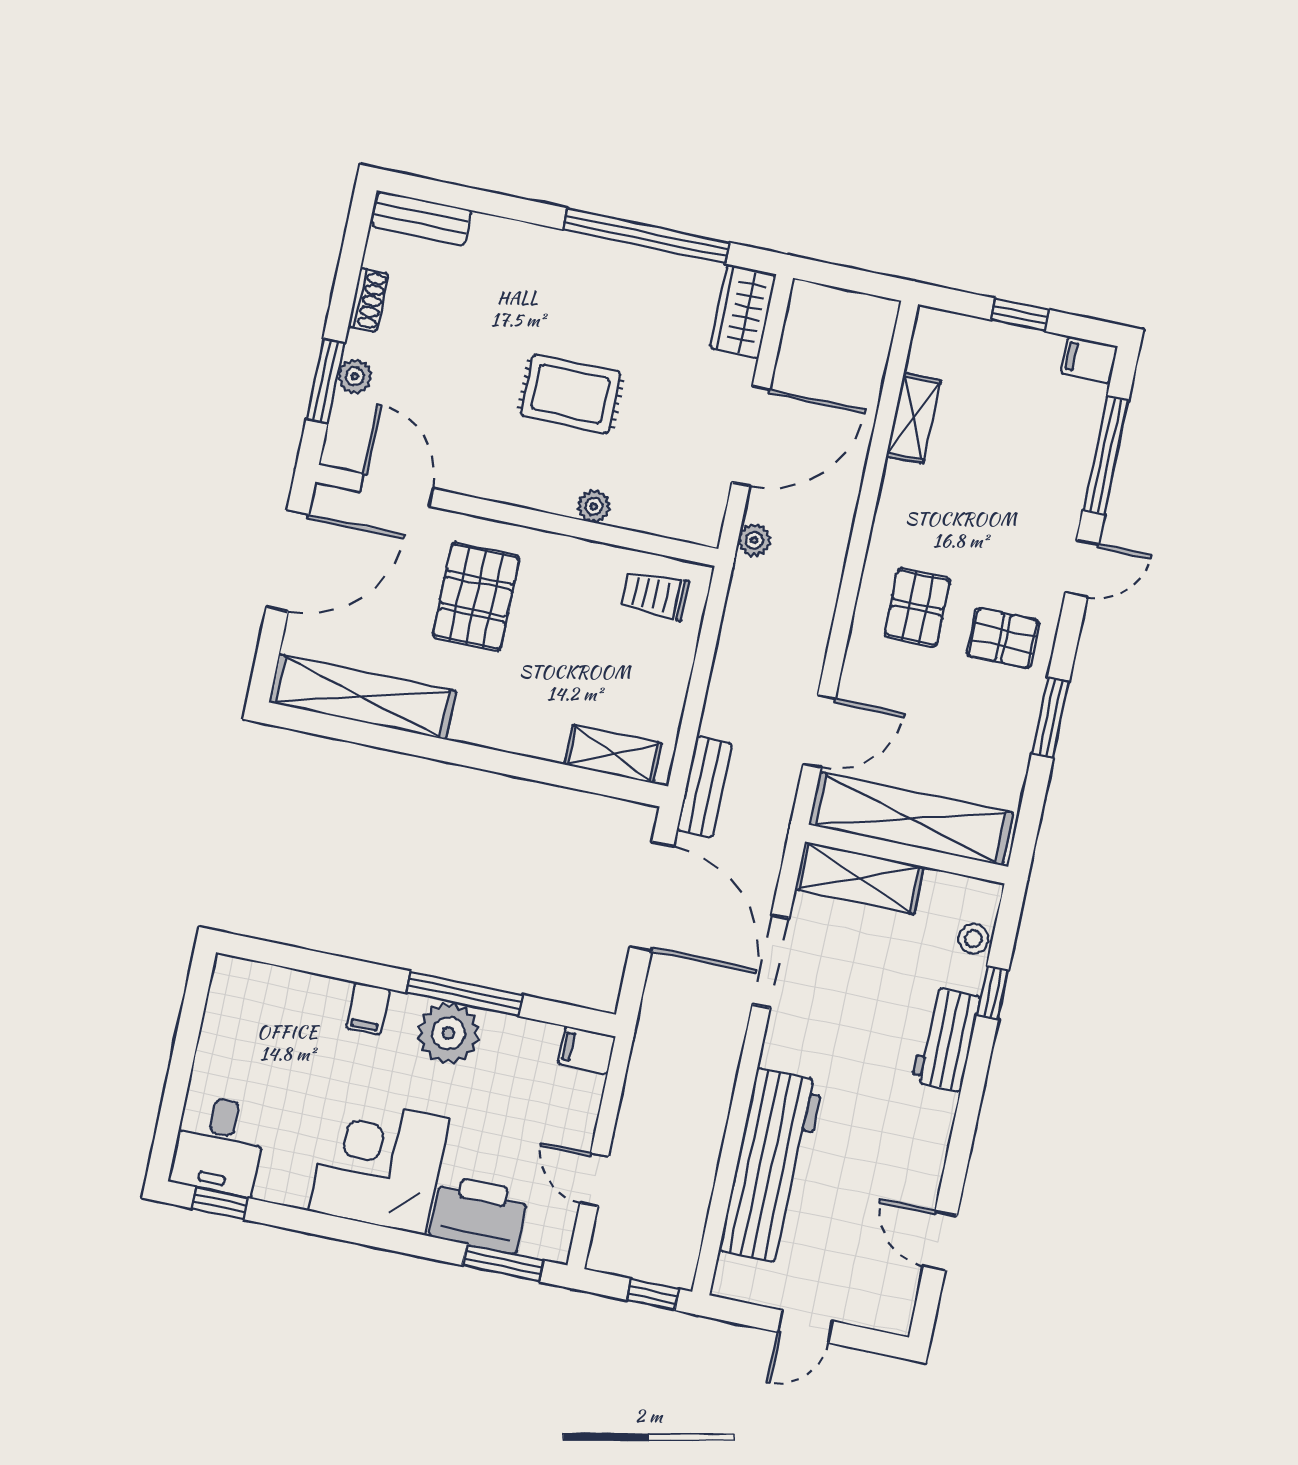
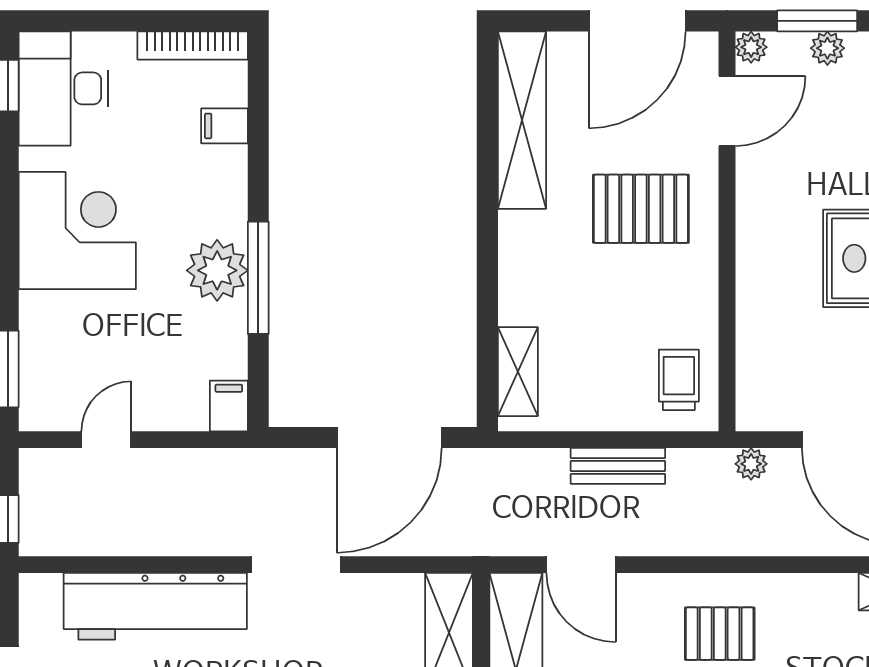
plant: (594, 506) -> (751, 47), moved
door: (287, 561) -> (637, 21), hinge flipped
bench: (705, 787) -> (618, 466), moved
doorway: (771, 961) -> (296, 565), moved
filing cabinet: (368, 1009) -> (224, 126), moved
bookcase: (218, 1010) -> (193, 45), added
desk: (219, 1145) -> (64, 88), width x1.37
printer: (479, 1214) -> (50, 336), removed

